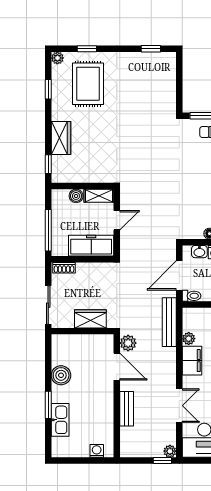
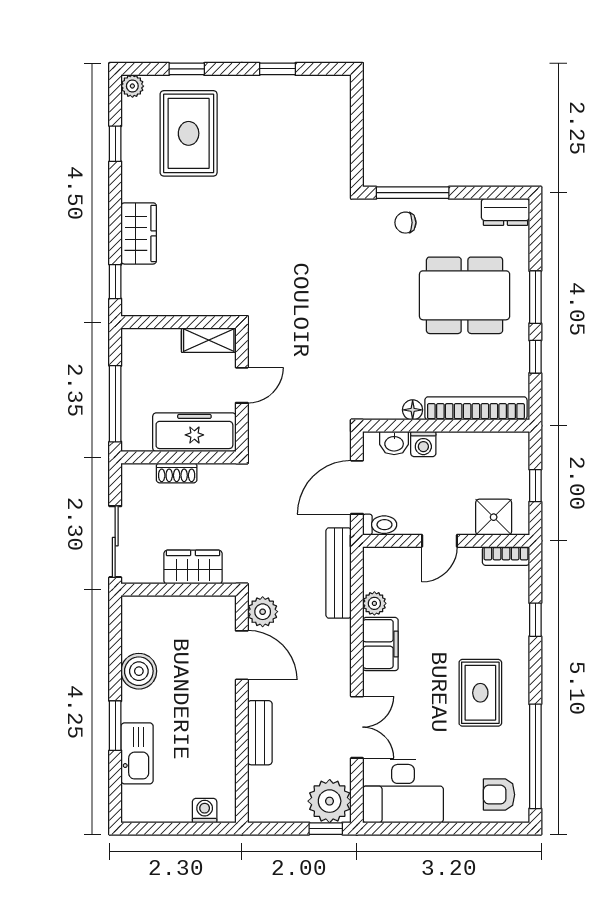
window: (151, 49) -> (278, 69), moved
boiler: (76, 196) -> (167, 340), removed
shoe rack: (64, 268) -> (177, 473), moved
plant: (170, 451) -> (330, 801), width x1.87, depth x1.87

